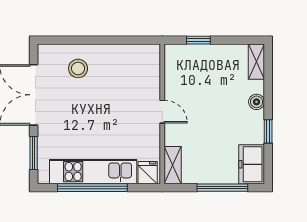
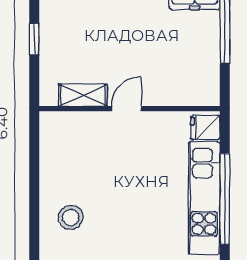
window: (198, 40) -> (34, 39), moved
shelving: (173, 165) -> (83, 95), moved

